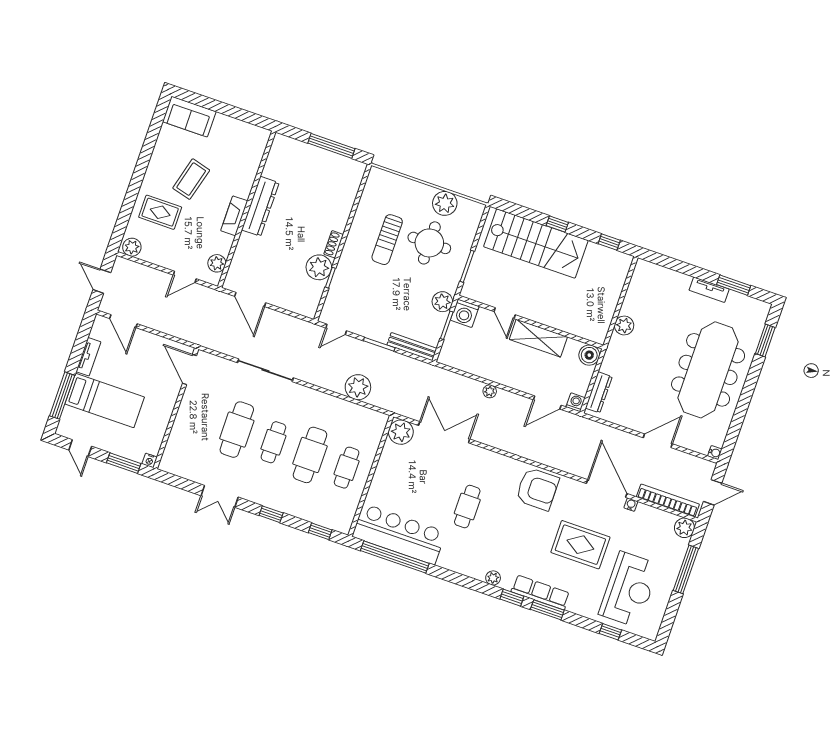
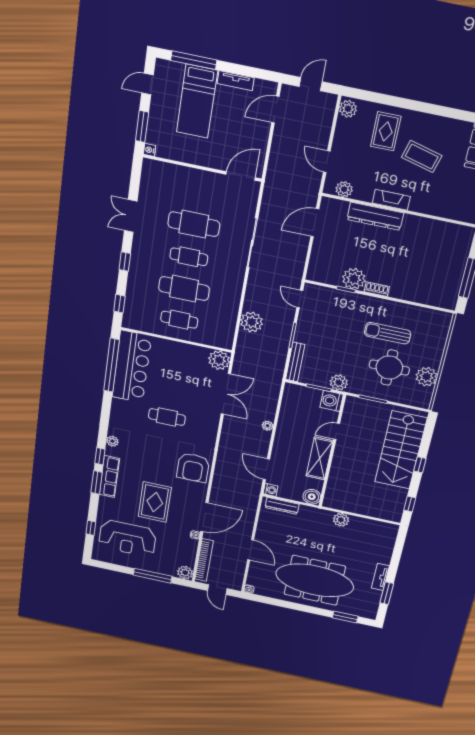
dresser: (260, 206) -> (375, 216), moved

